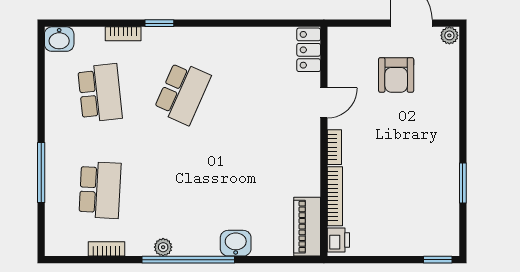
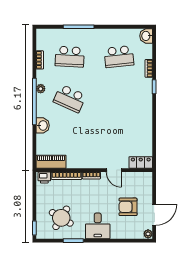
school desk: (182, 93) -> (70, 98), moved
desk: (434, 135) -> (98, 226), added
round table: (418, 207) -> (61, 218), added

